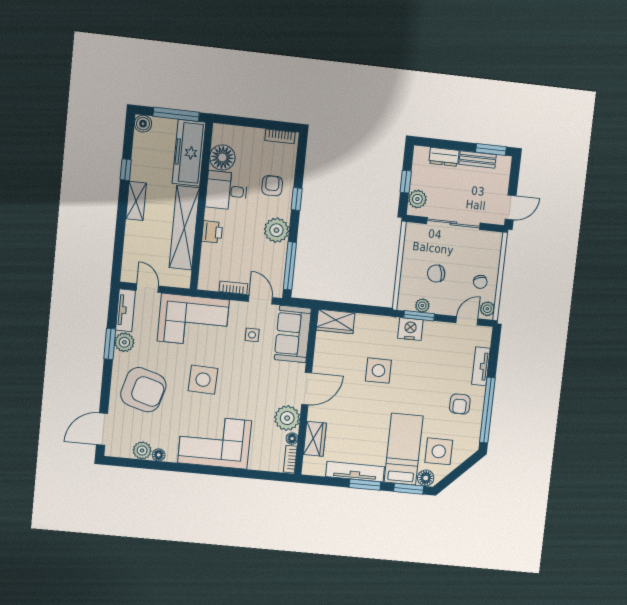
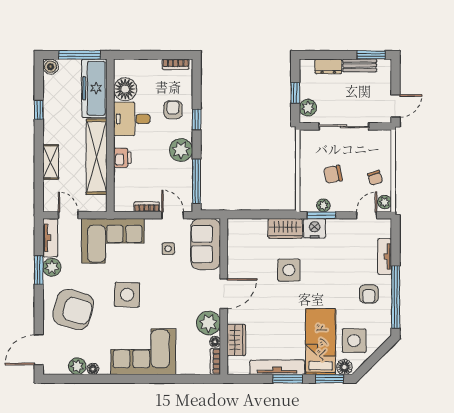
shelving: (136, 201) -> (51, 162), moved
wardrobe: (336, 321) -> (285, 228), moved

